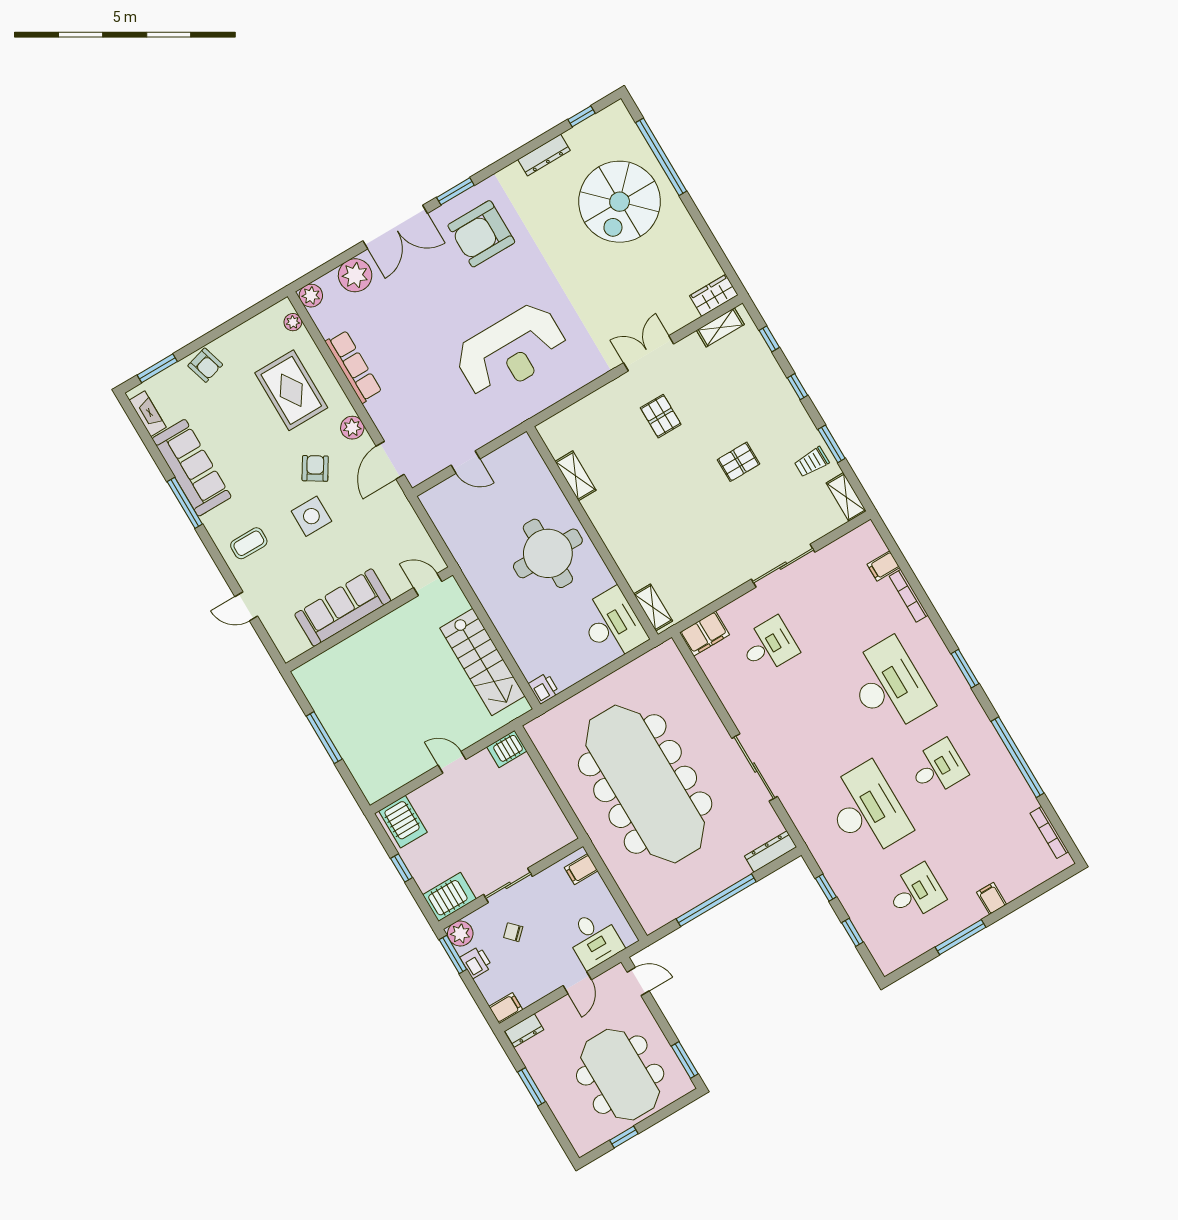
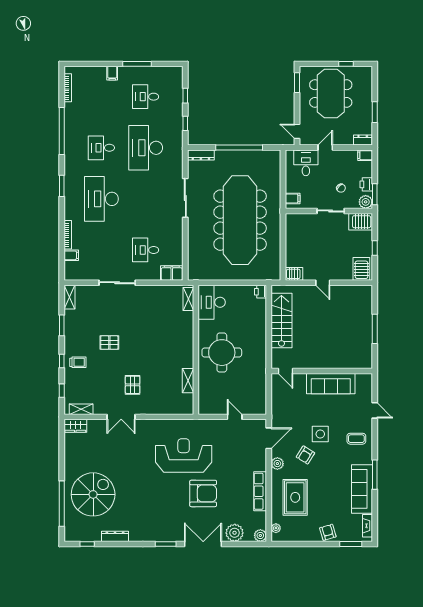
armchair: (481, 234) -> (203, 493), moved
trolley: (812, 462) -> (78, 362), moved

